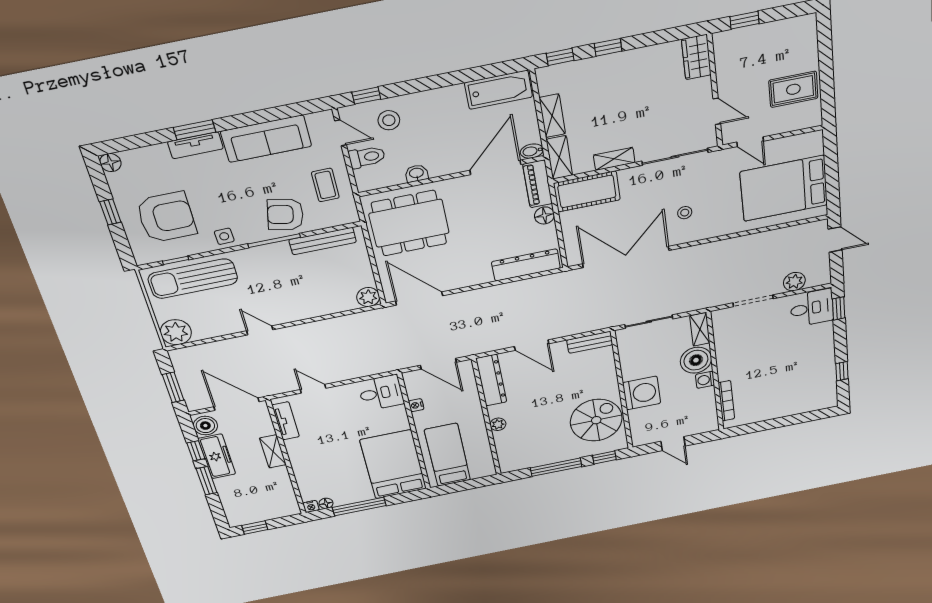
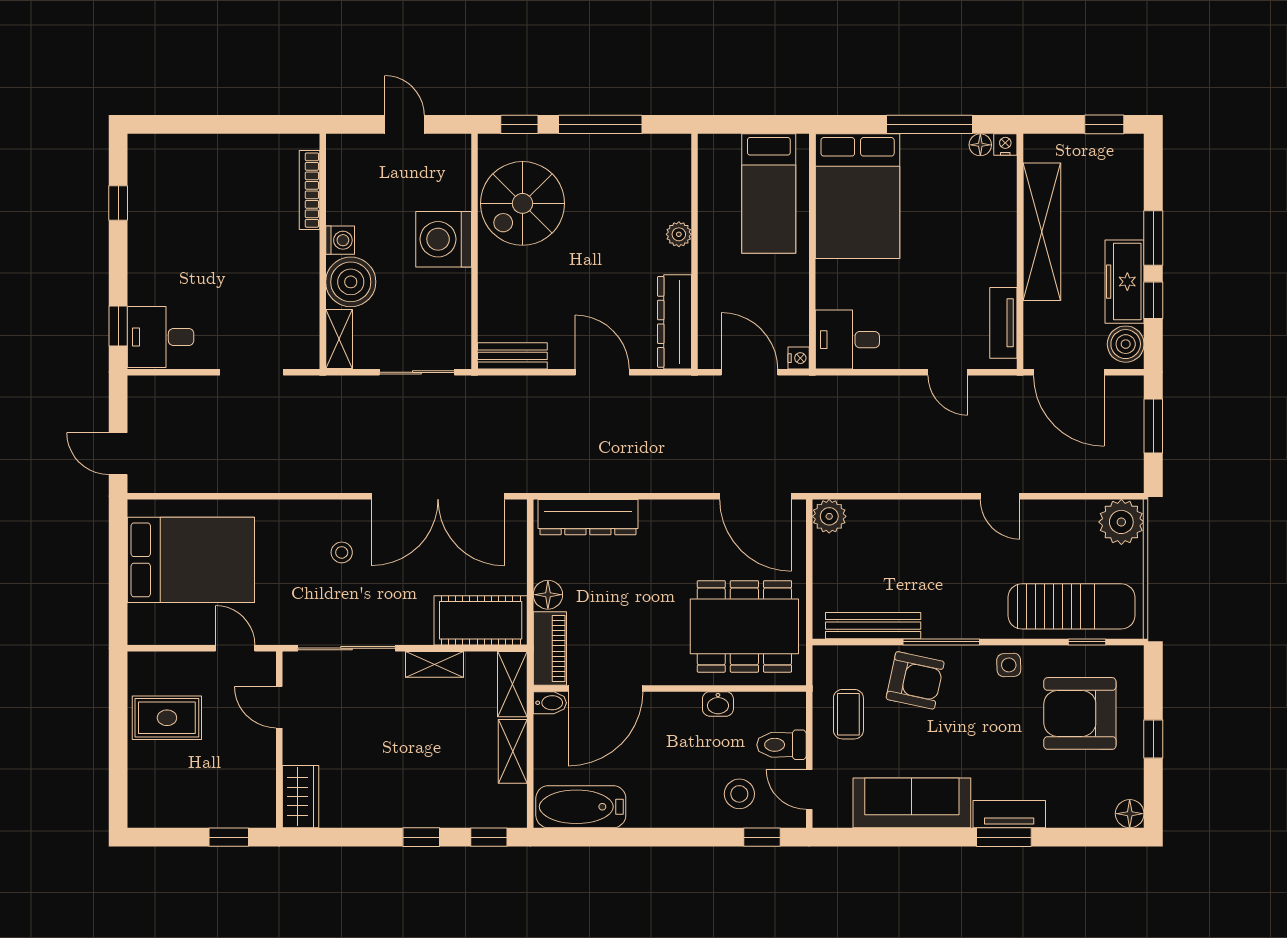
plant: (794, 282) -> (185, 392), removed
nightstand: (416, 405) -> (799, 358), moved
shelving: (273, 451) -> (1042, 232), width x2.20, depth x1.33

